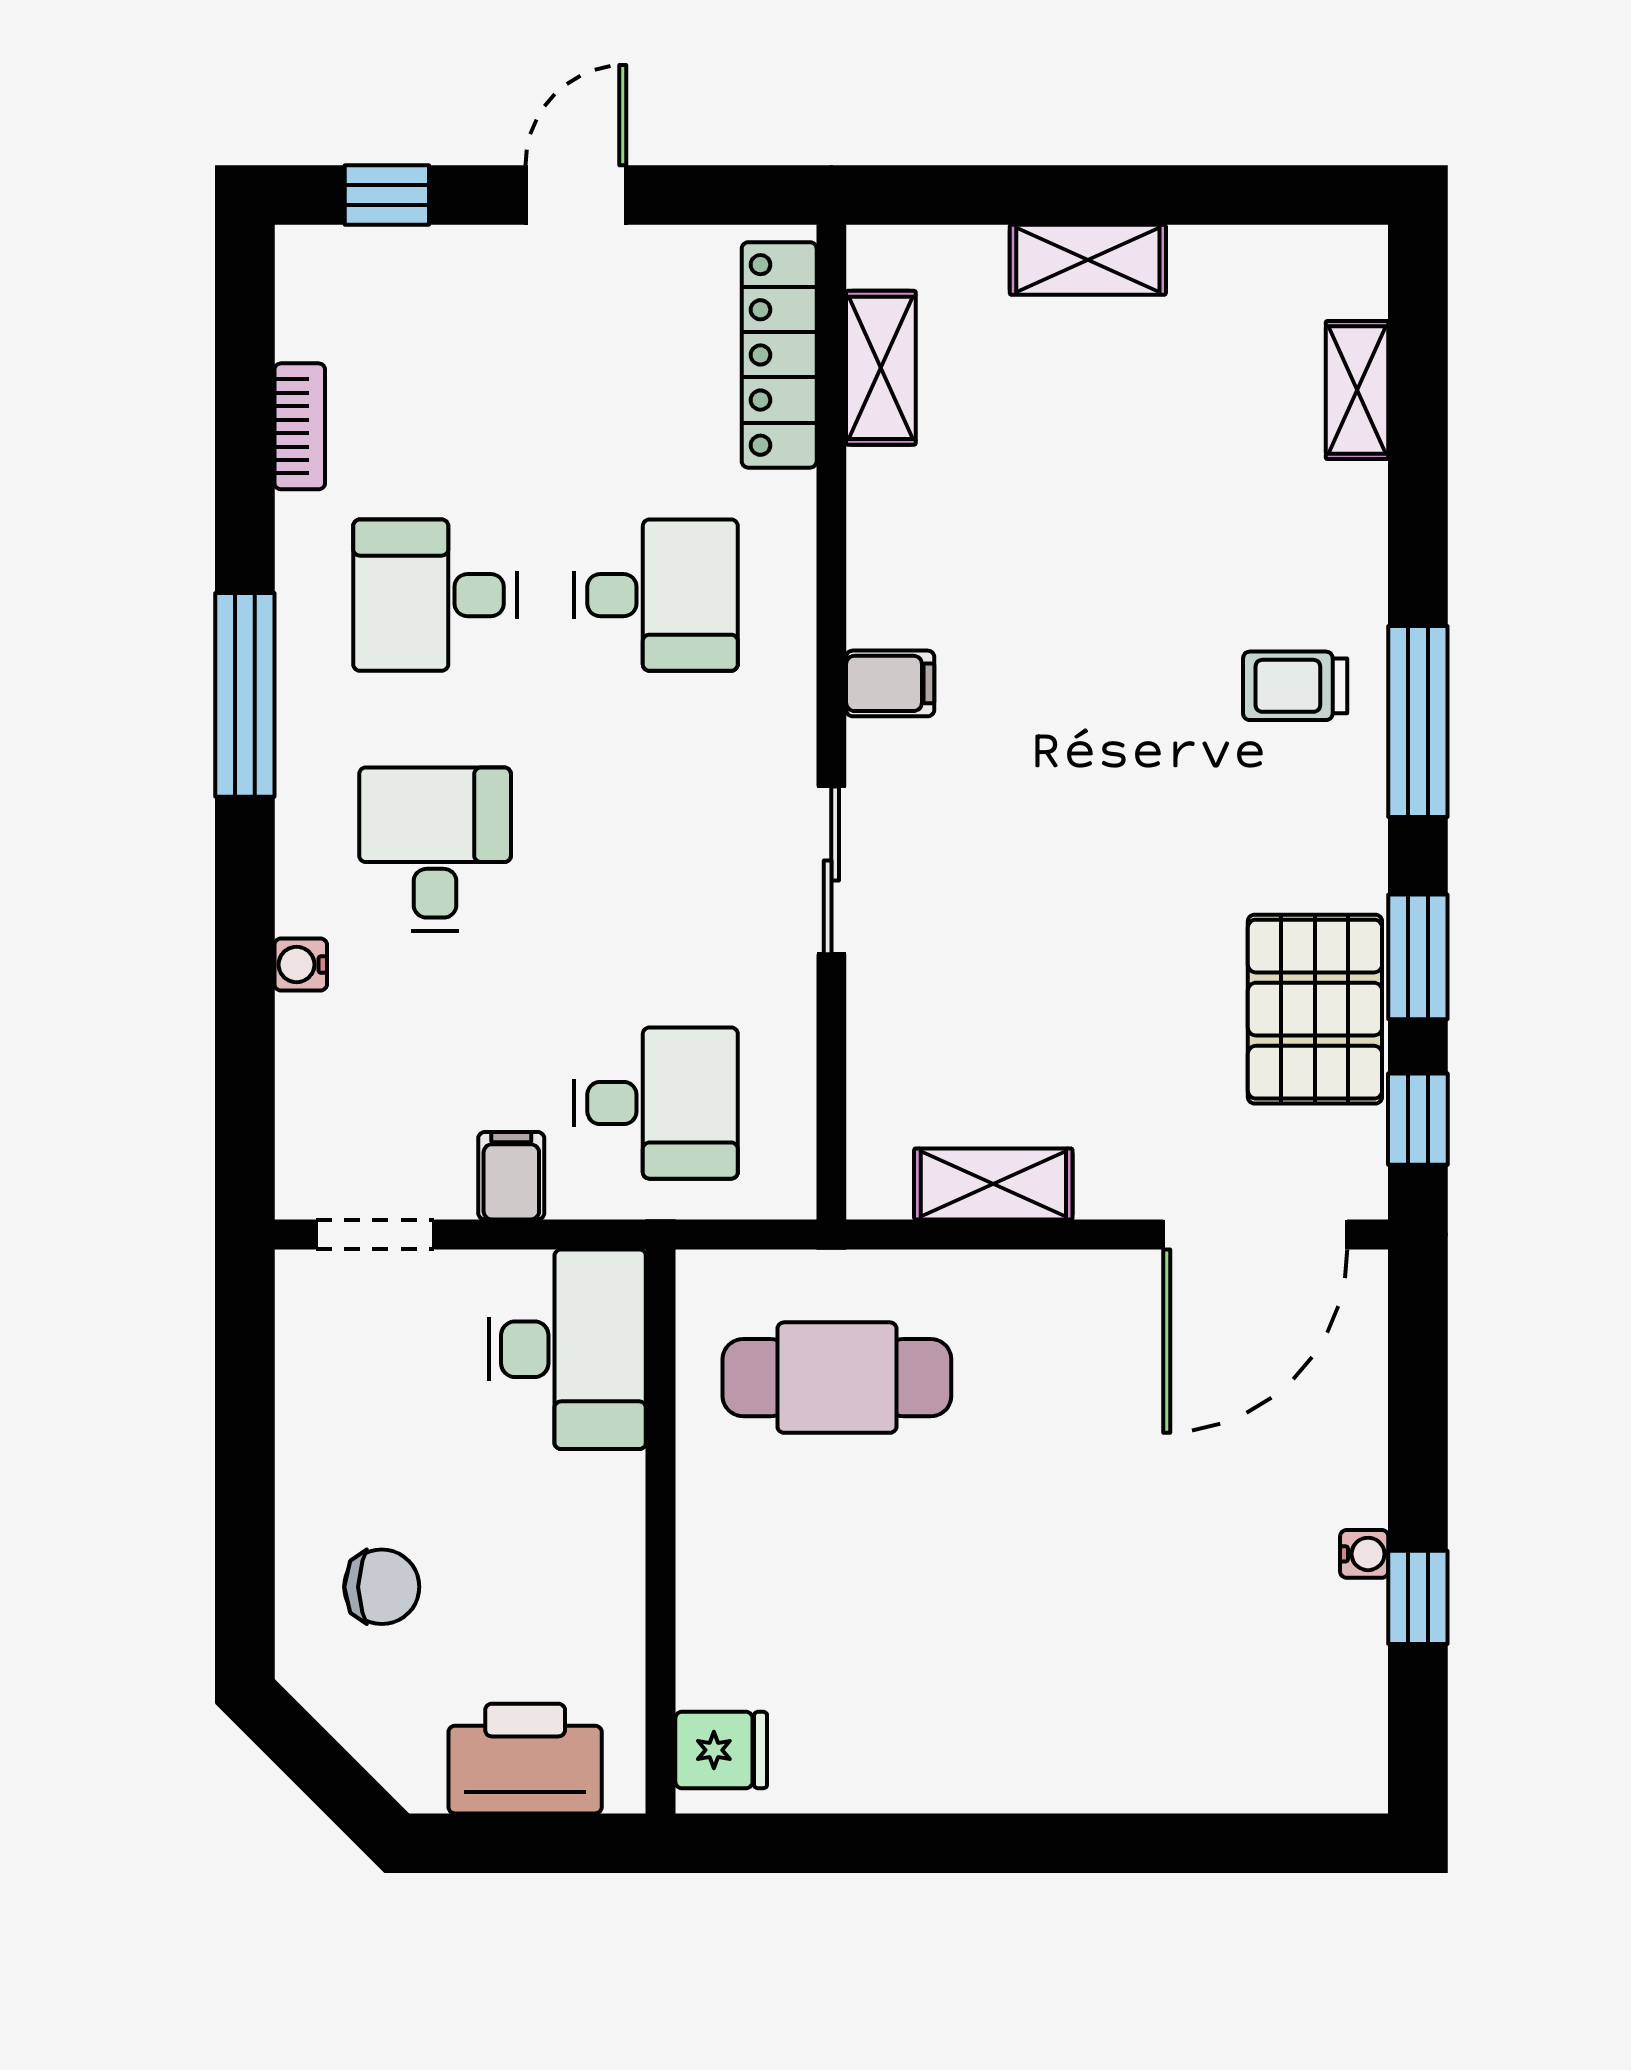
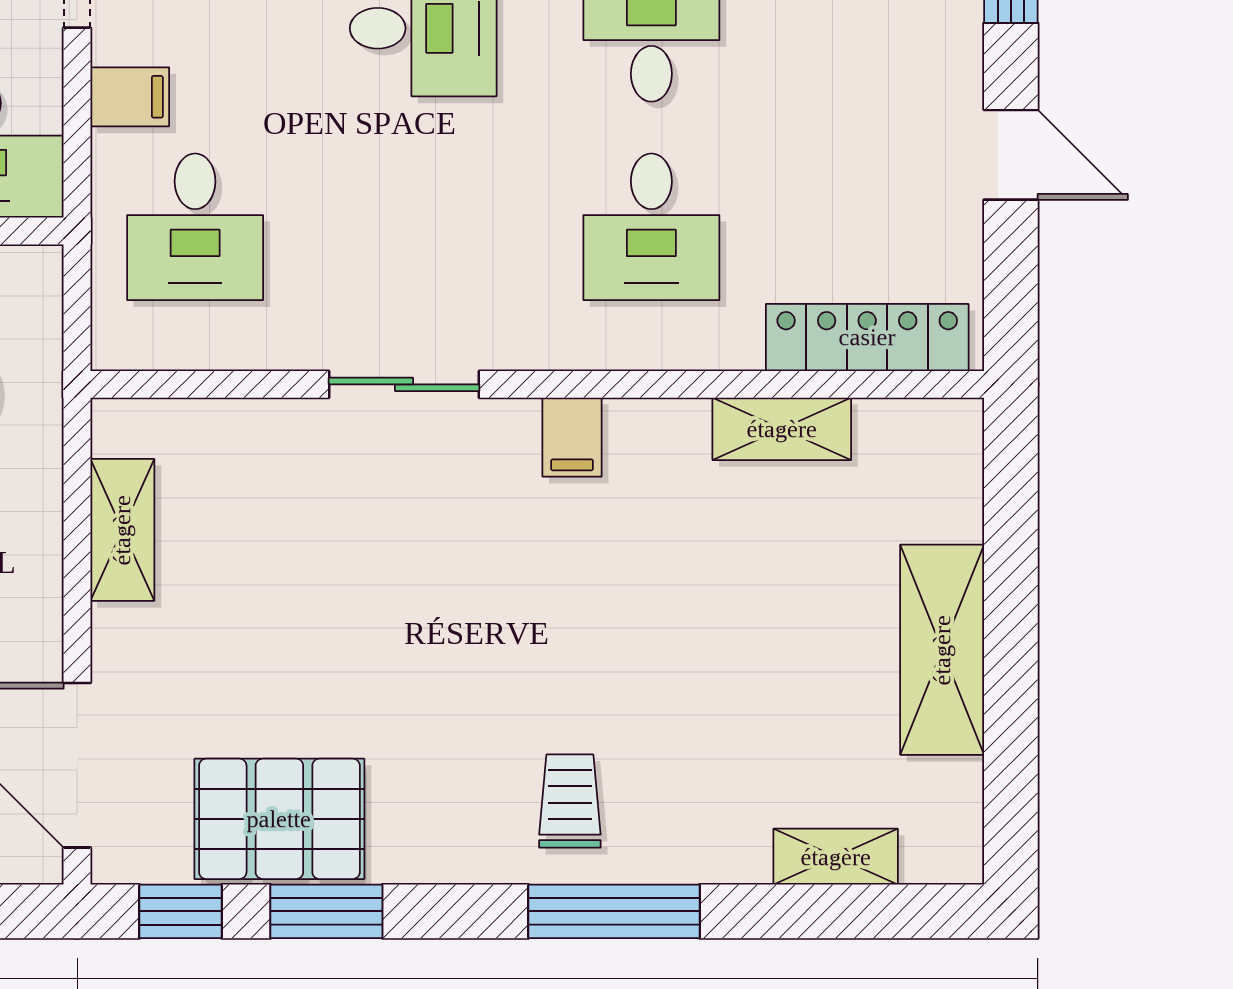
shelving: (1088, 260) -> (942, 650), width x1.50, depth x1.33
shelving: (881, 368) -> (782, 429), moved
window: (1418, 721) -> (614, 911), moved

